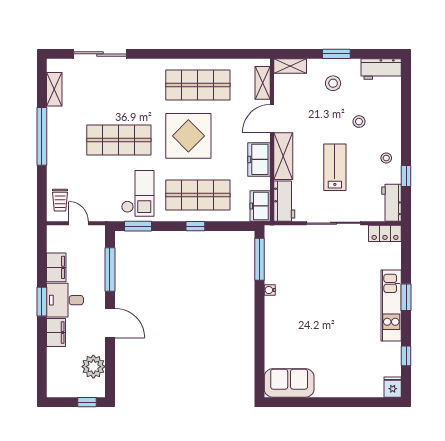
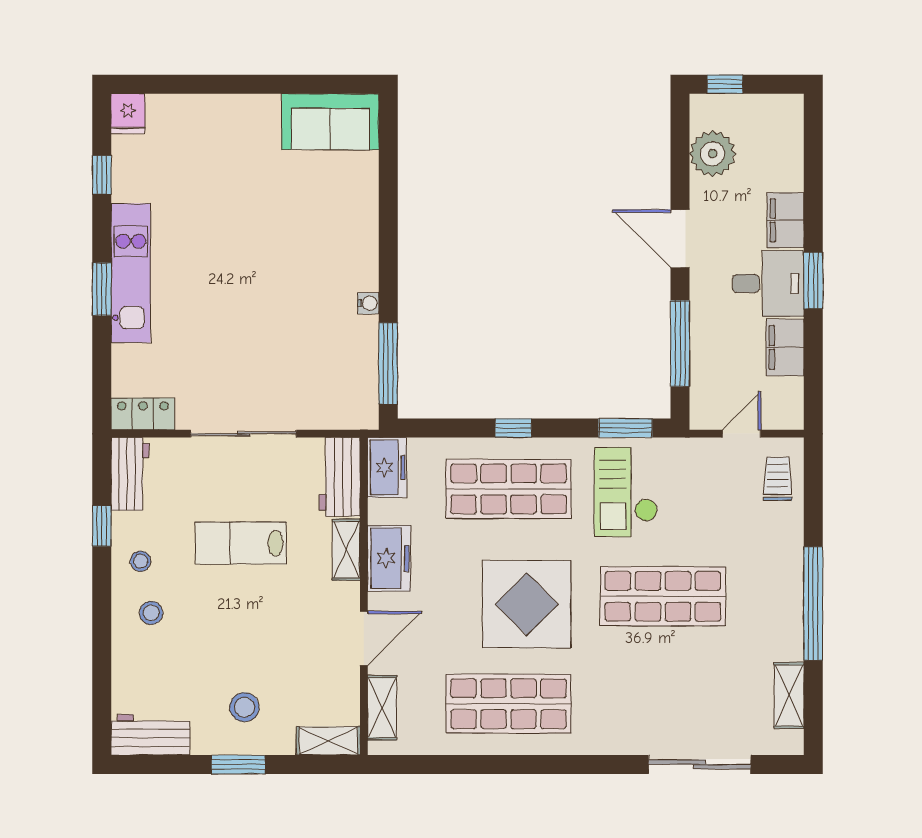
stool: (359, 122) -> (151, 613), moved
shelving: (283, 156) -> (346, 550), width x0.67, depth x0.75
lab bench: (335, 167) -> (241, 543), turned 90
door: (78, 223) -> (742, 434), swing flipped

